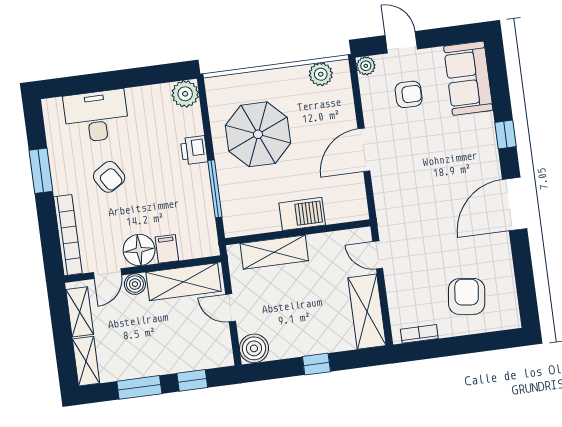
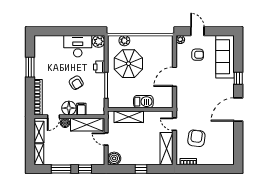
plant: (321, 74) -> (124, 41), moved
sofa: (468, 78) -> (225, 57), width x1.36
desk: (96, 116) -> (78, 46), moved
armchair: (109, 177) -> (76, 83), moved
armchair: (467, 296) -> (196, 138), moved

